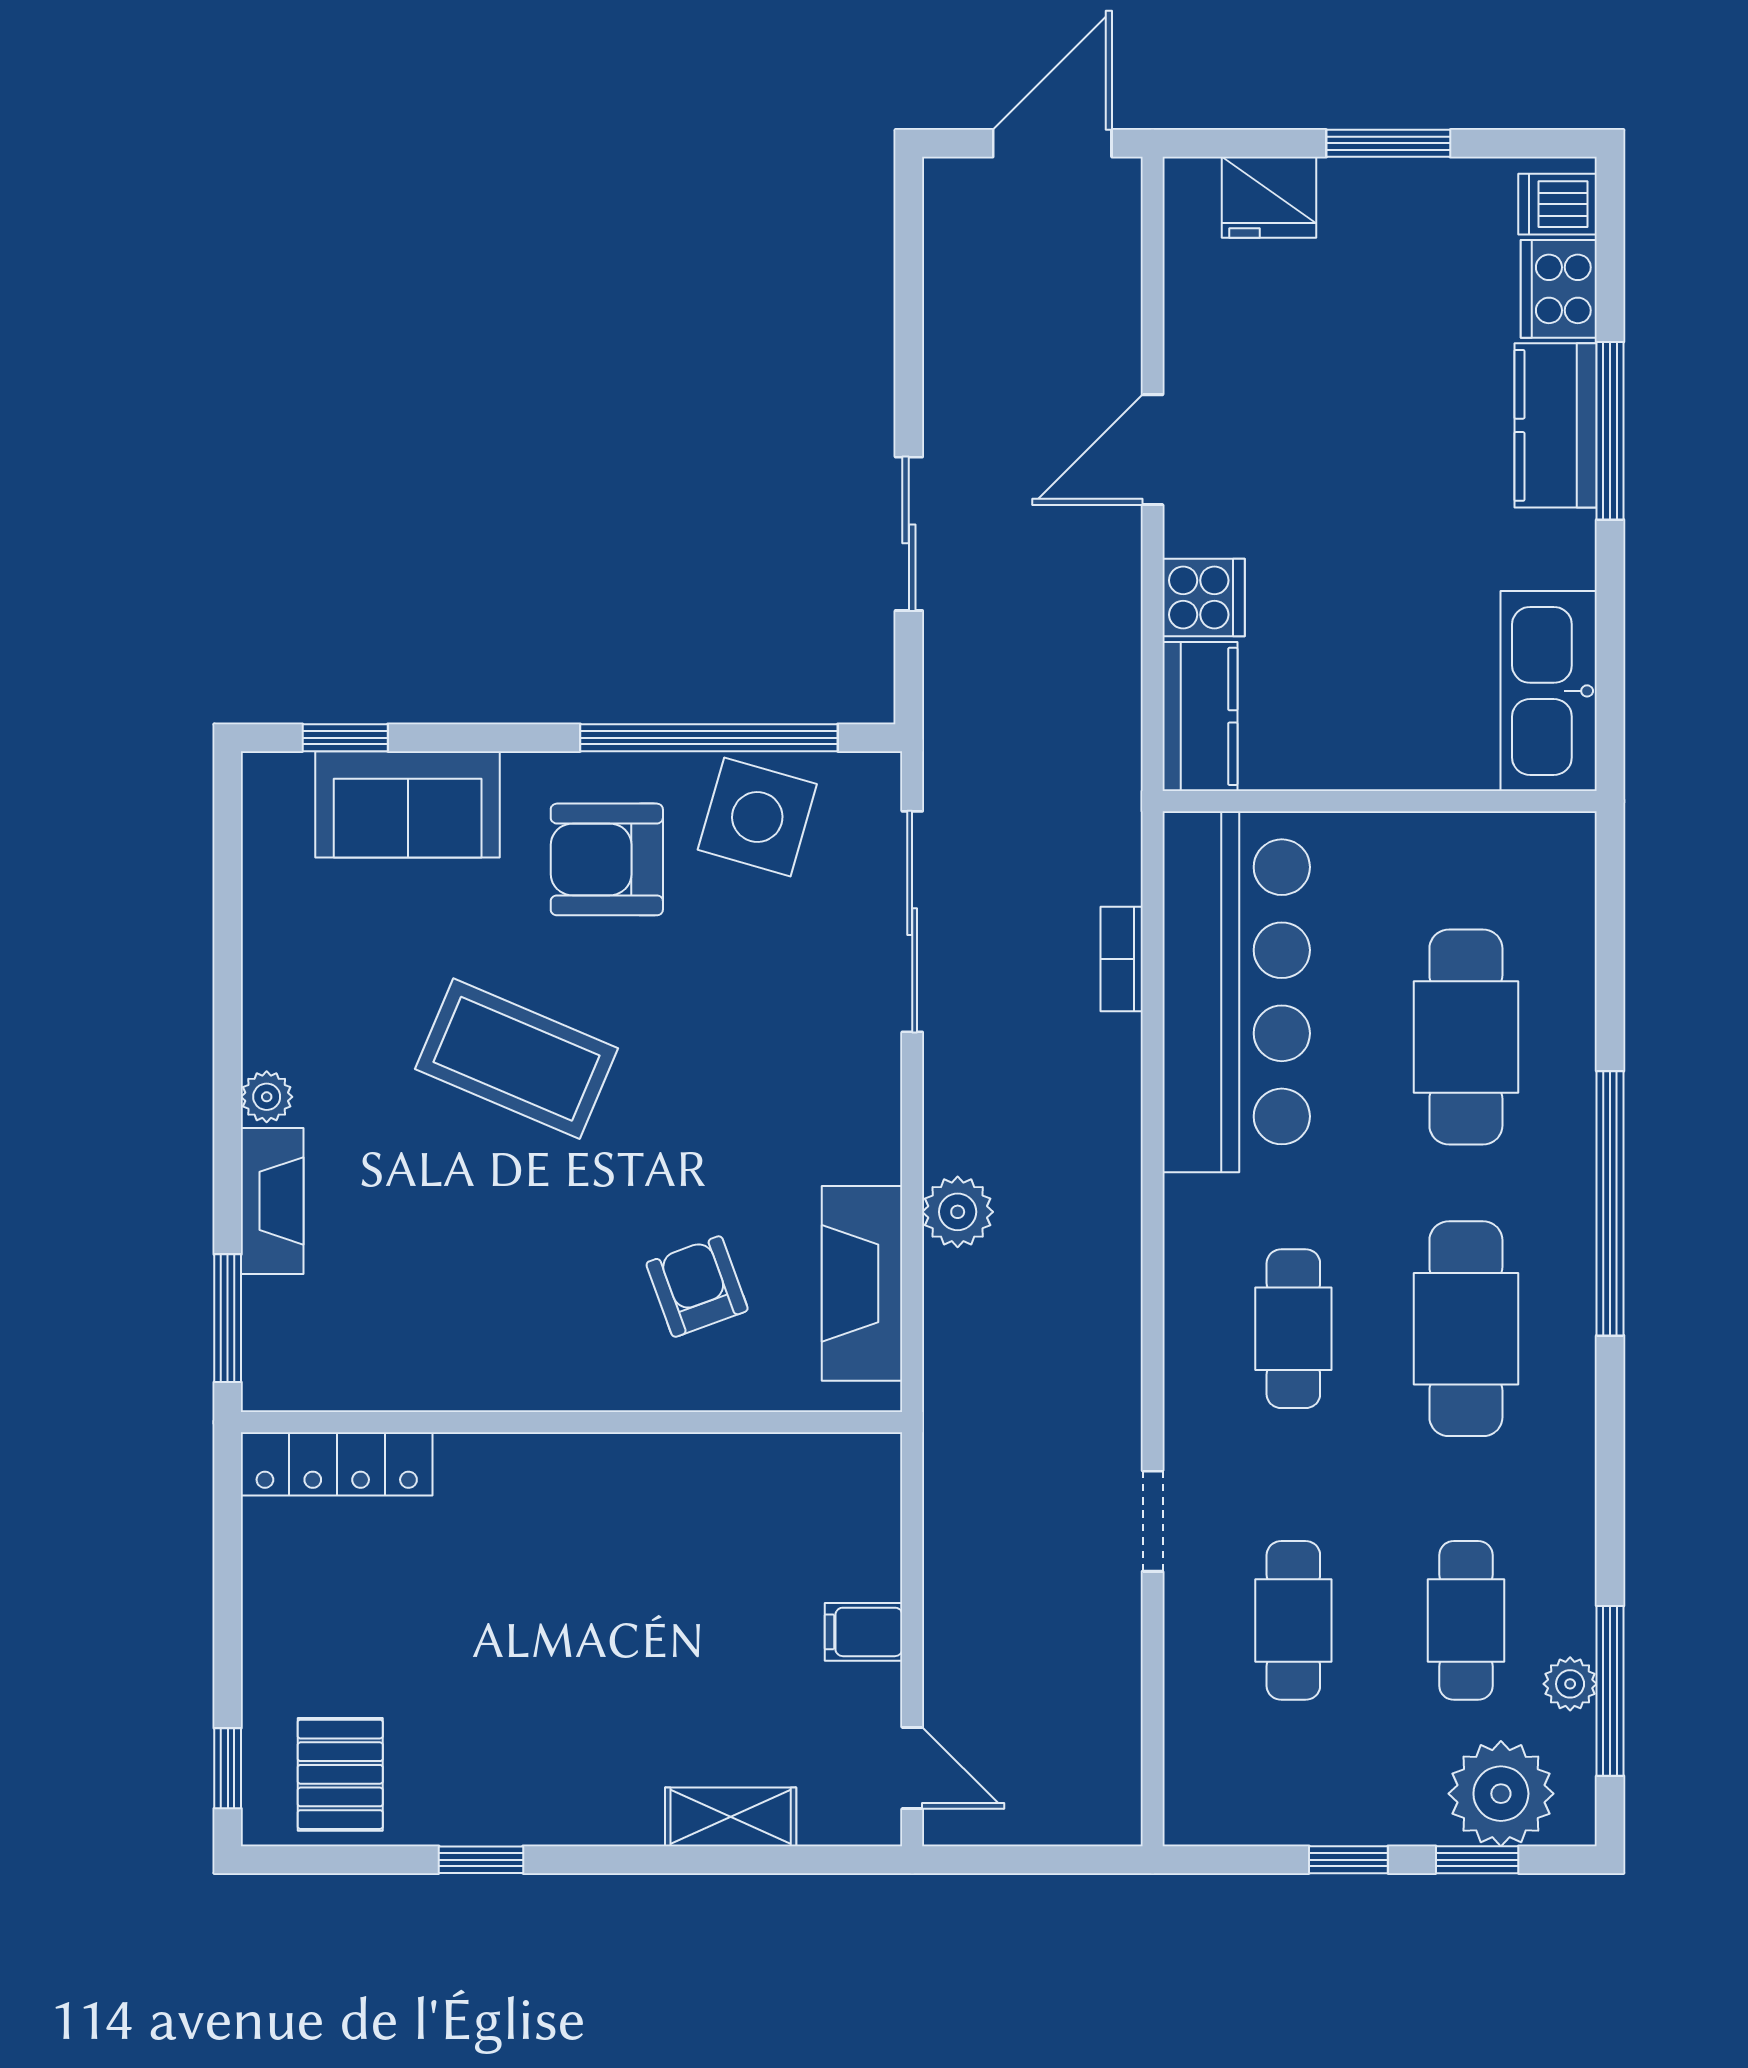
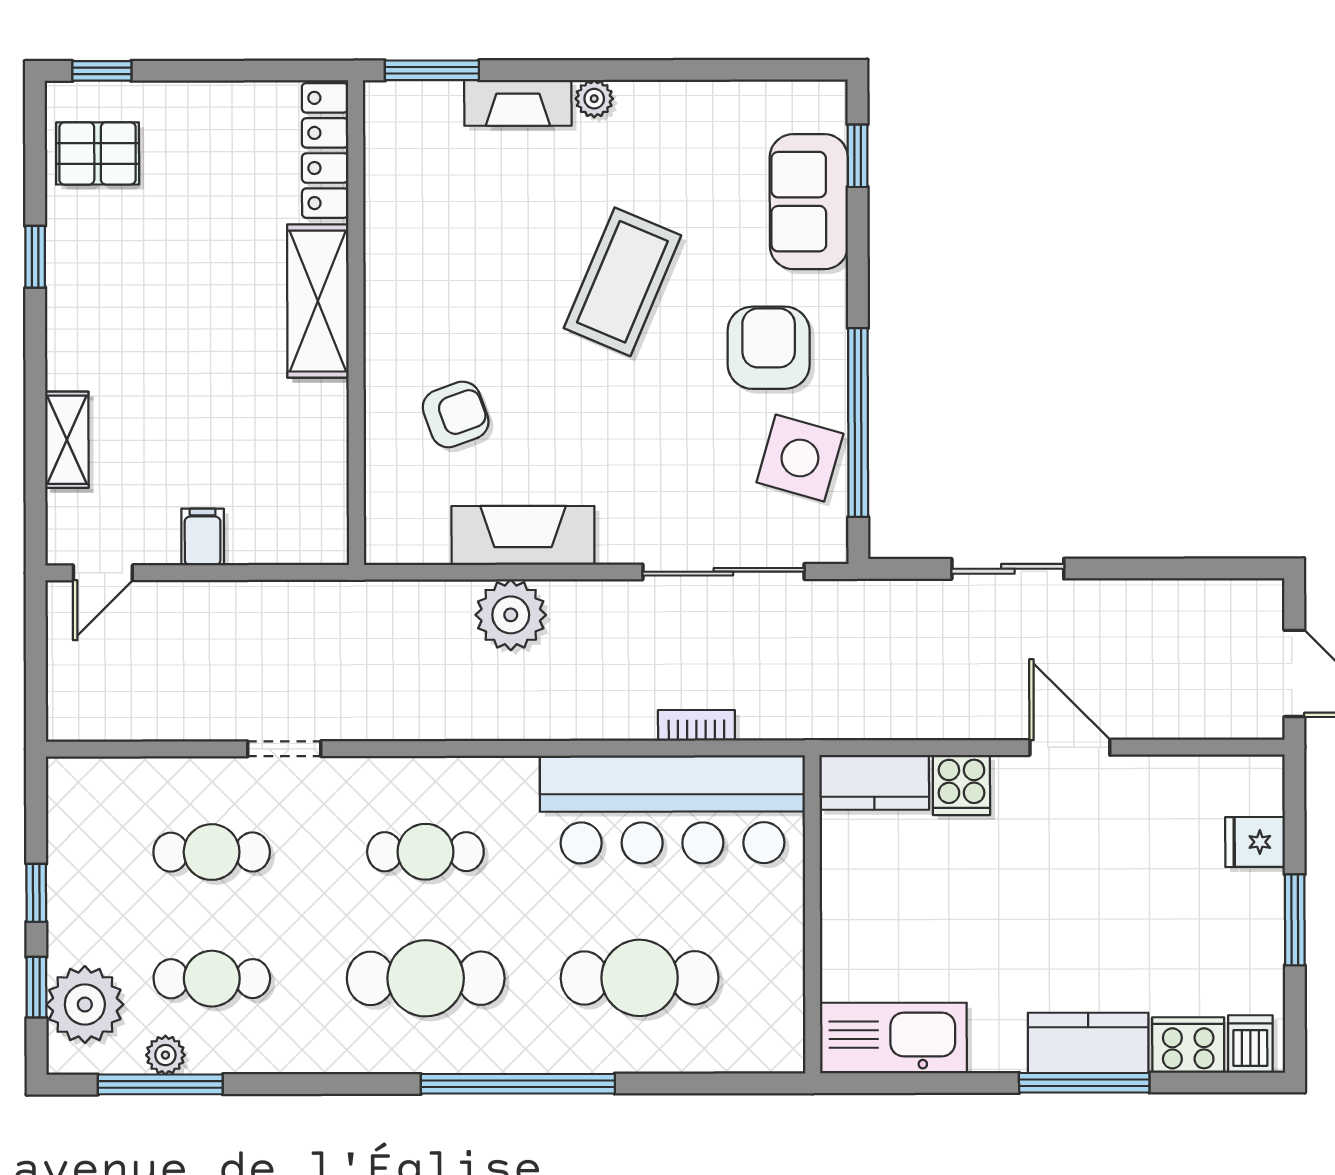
fridge: (1269, 197) -> (1255, 842), width x0.72
plant: (958, 1212) -> (511, 615), width x1.36, depth x1.36
fireplace: (862, 1283) -> (523, 535), moved
shelving: (542, 1474) -> (318, 301), added

